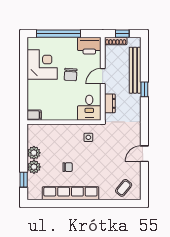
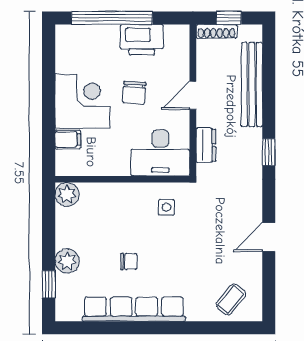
printer: (89, 46) -> (142, 40), moved
corner desk: (42, 65) -> (82, 101), moved
window: (144, 89) -> (269, 152), moved
desk: (89, 108) -> (160, 153), width x1.37
filing cabinet: (34, 115) -> (68, 139), moved
plant: (34, 153) -> (67, 194), moved

